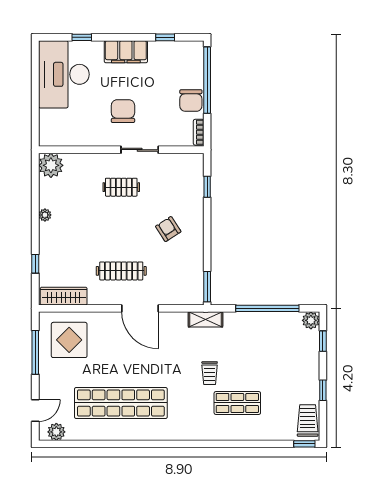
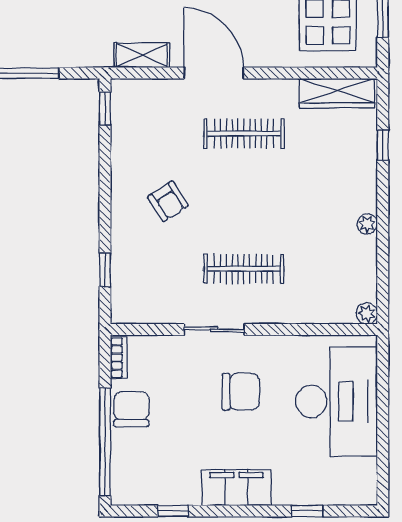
desk: (64, 74) -> (337, 401), moved
chair: (123, 111) -> (241, 392), turned -90
plant: (51, 165) -> (367, 313), width x0.53, depth x0.53
clothes rail: (121, 187) -> (244, 269), width x1.36
window: (207, 287) -> (105, 108), width x0.67
shelving: (205, 319) -> (142, 55), moved

